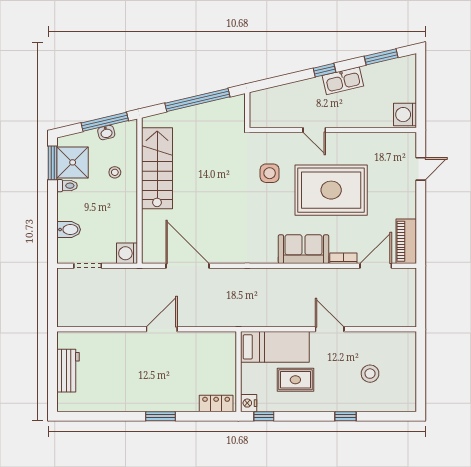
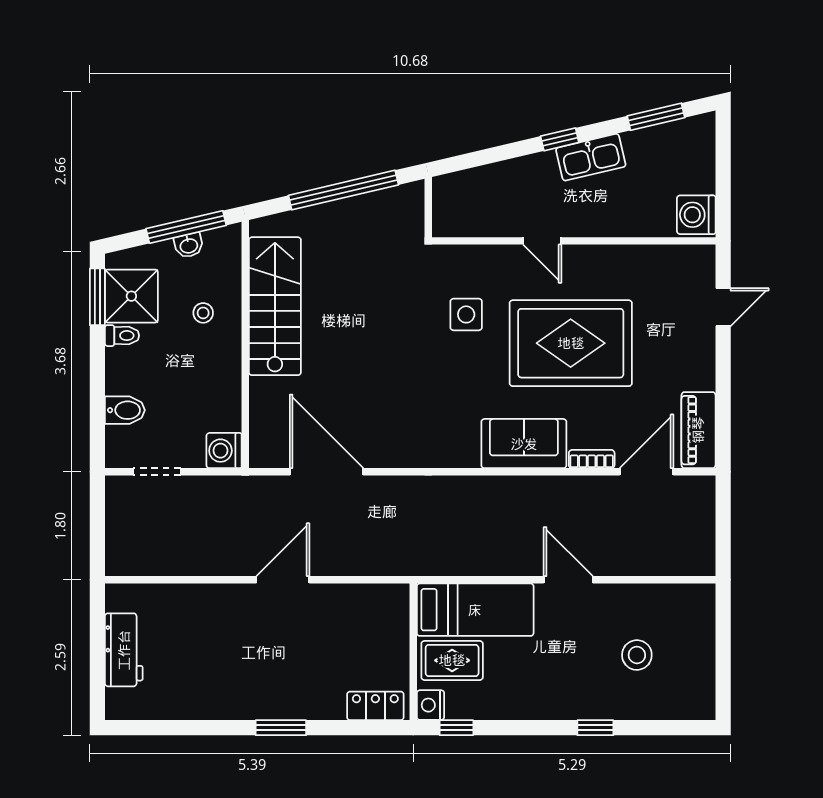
rug: (295, 380) -> (452, 660), moved

